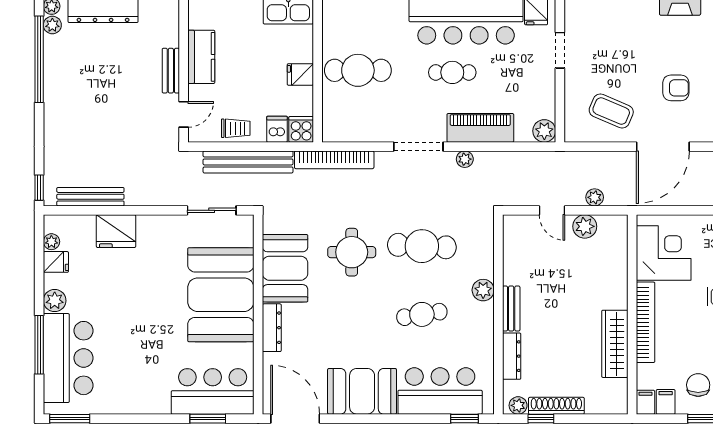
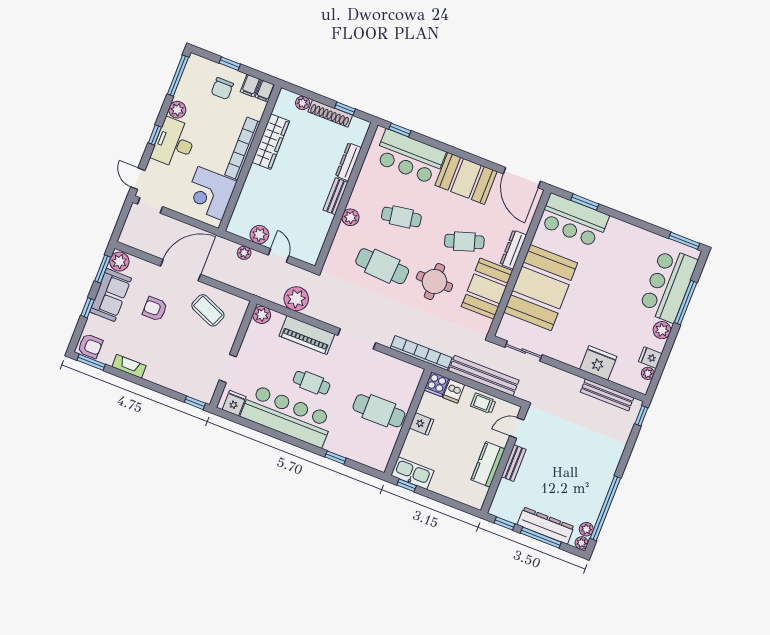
plant: (465, 159) -> (296, 299), moved, width x1.88, depth x1.88
cafe table: (334, 314) -> (464, 242), added
plant: (518, 405) -> (302, 103), moved

